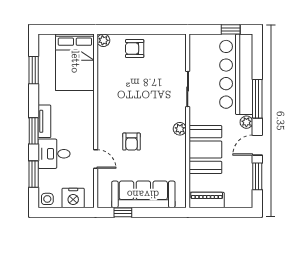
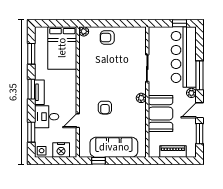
window: (34, 131) -> (31, 89), moved
door: (96, 159) -> (78, 121), swing flipped
piano: (207, 200) -> (173, 151), moved

